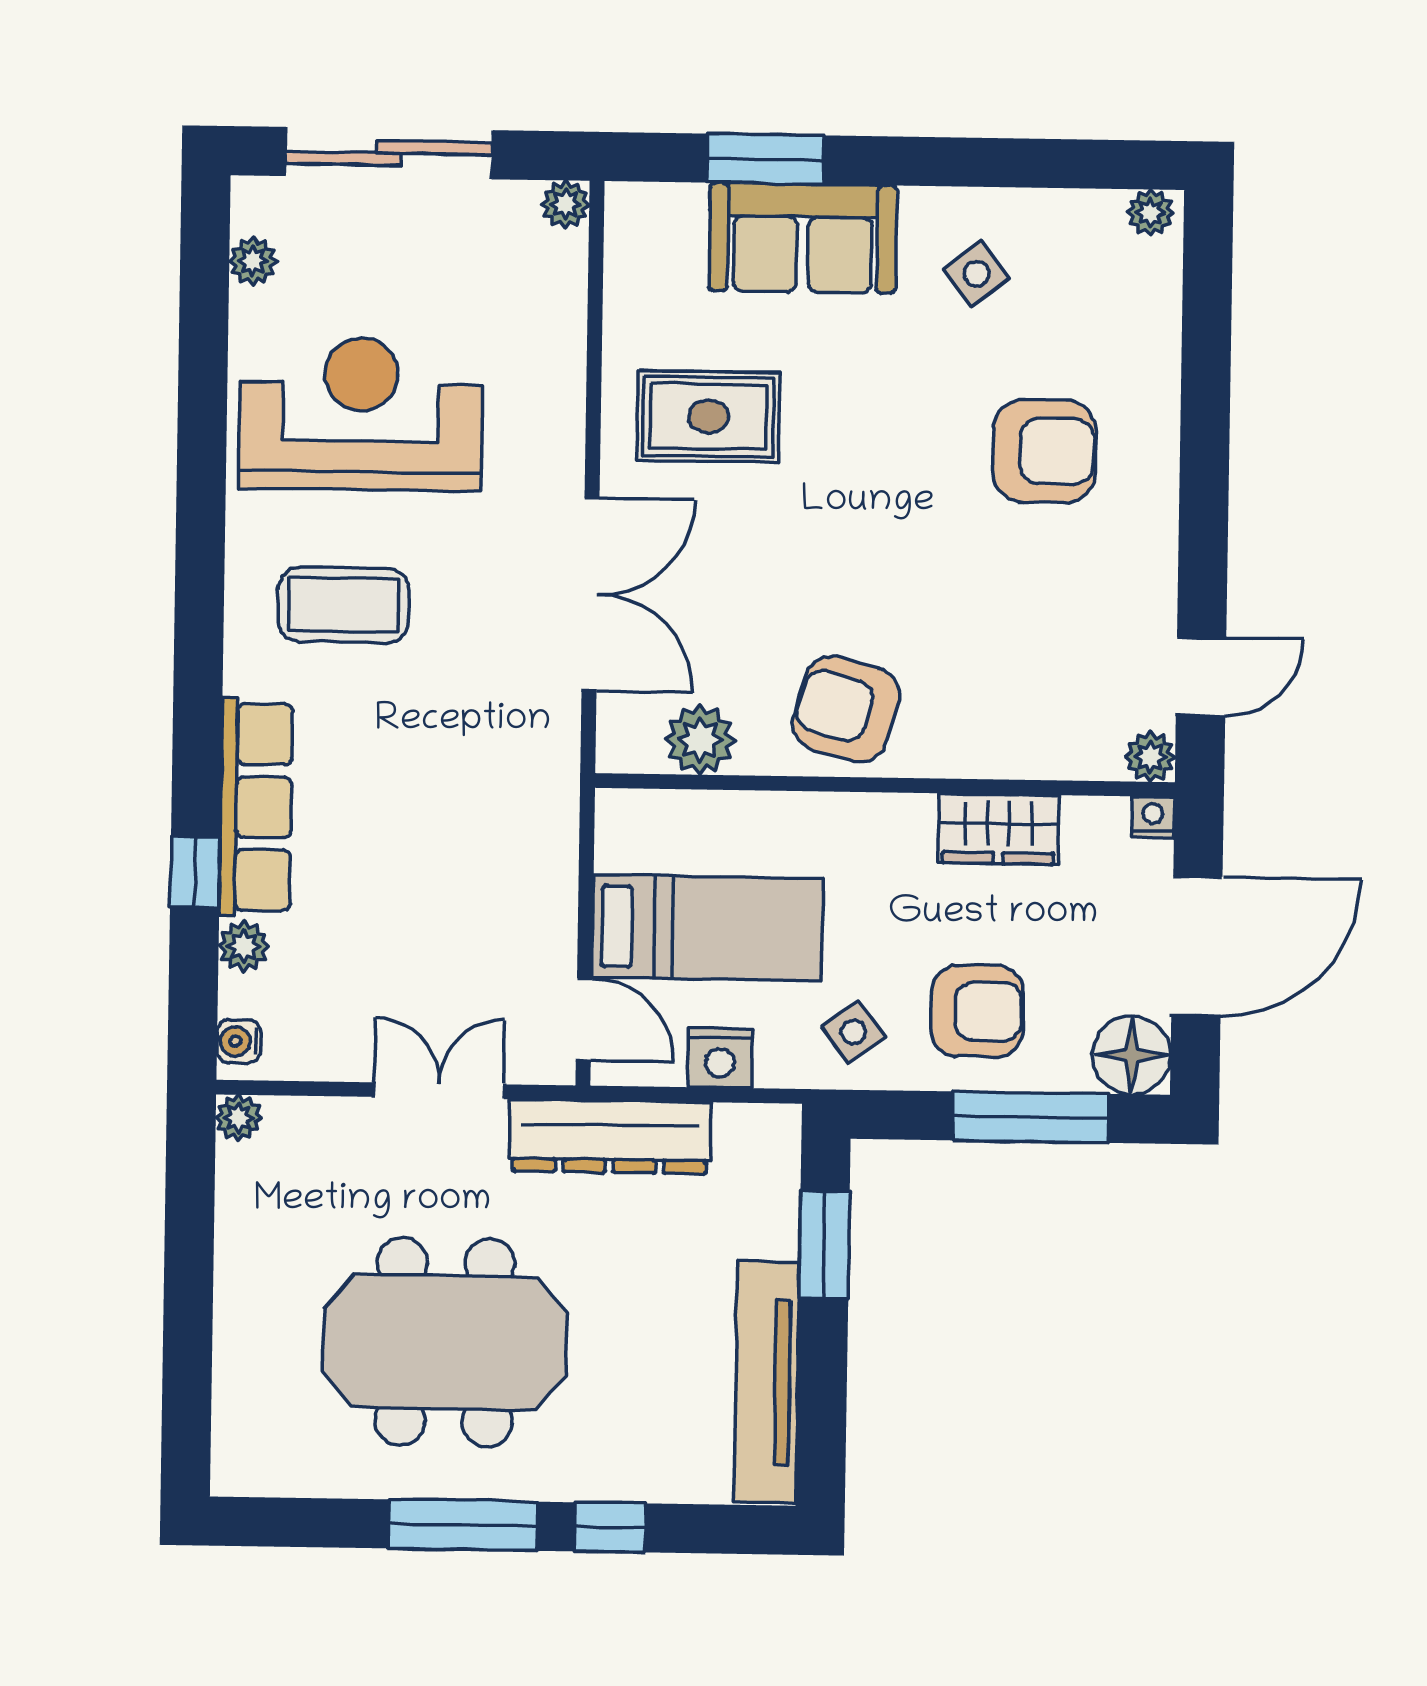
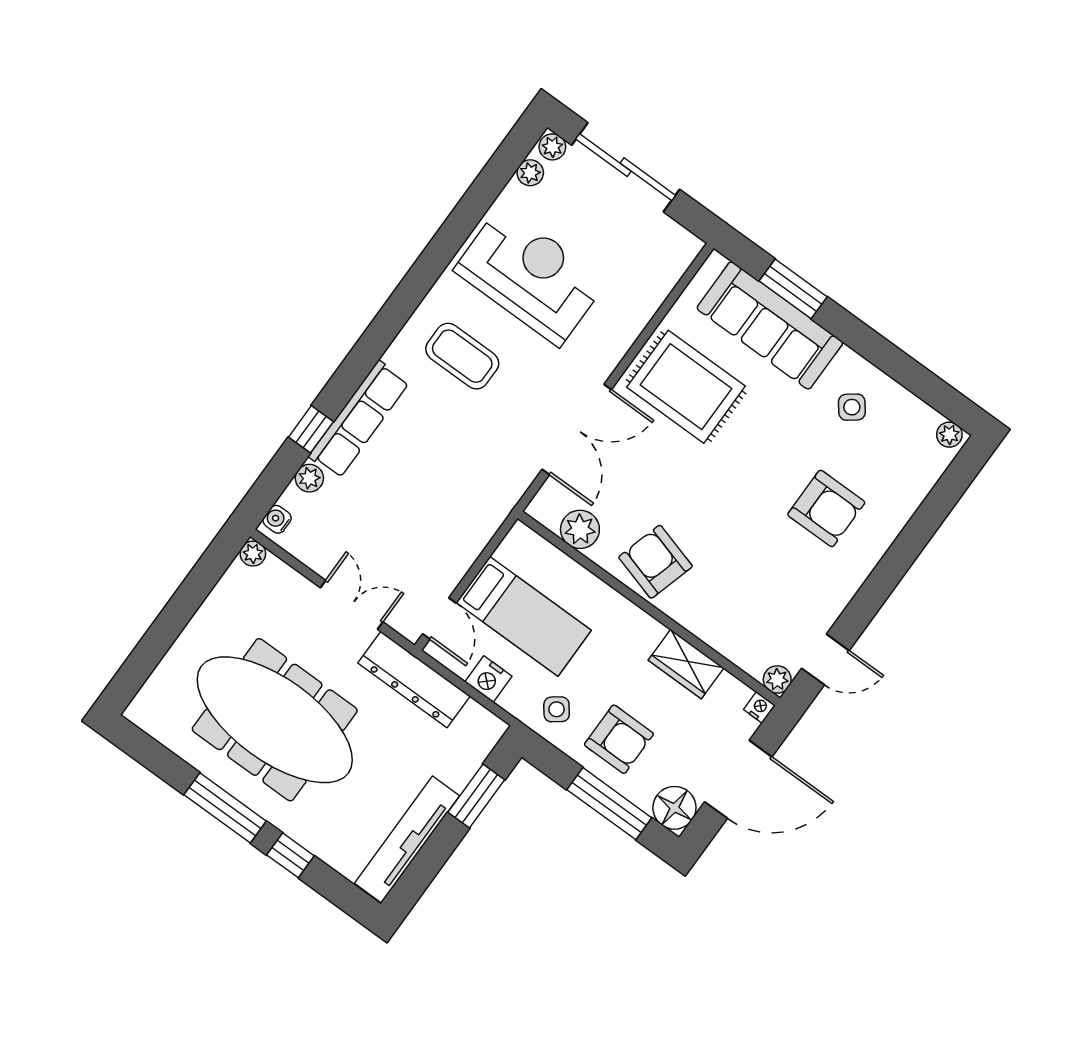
plant: (565, 204) -> (552, 147), moved
sofa: (803, 238) -> (770, 325), width x1.36
rug: (708, 417) -> (686, 387), width x1.36, depth x1.43
meeting table: (445, 1342) -> (275, 720), width x1.36

